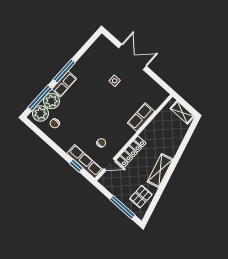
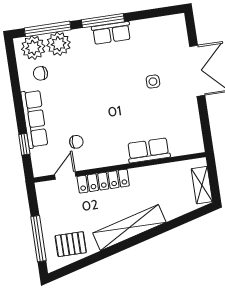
row of seats: (64, 84) -> (111, 33), moved
row of seats: (85, 161) -> (34, 119), moved
door: (110, 164) -> (65, 175), swing flipped
shelving: (160, 171) -> (129, 228), width x1.47

